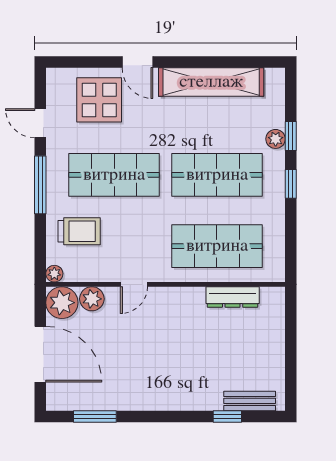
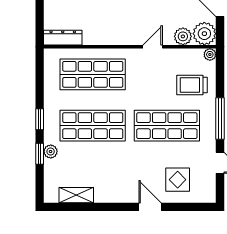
shelving: (211, 82) -> (76, 195), width x0.45, depth x0.75
display table: (99, 100) -> (178, 180), width x0.73, depth x0.73
dresser: (233, 297) -> (63, 38), moved

